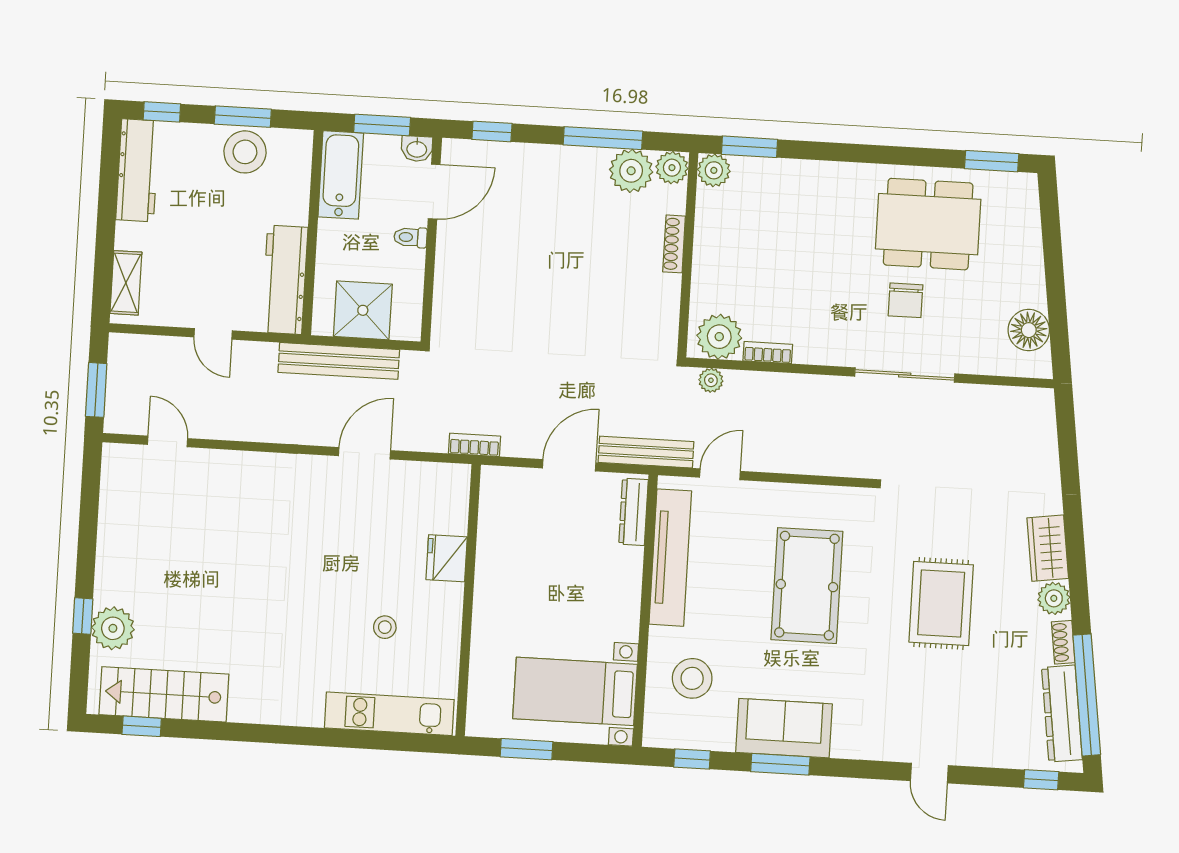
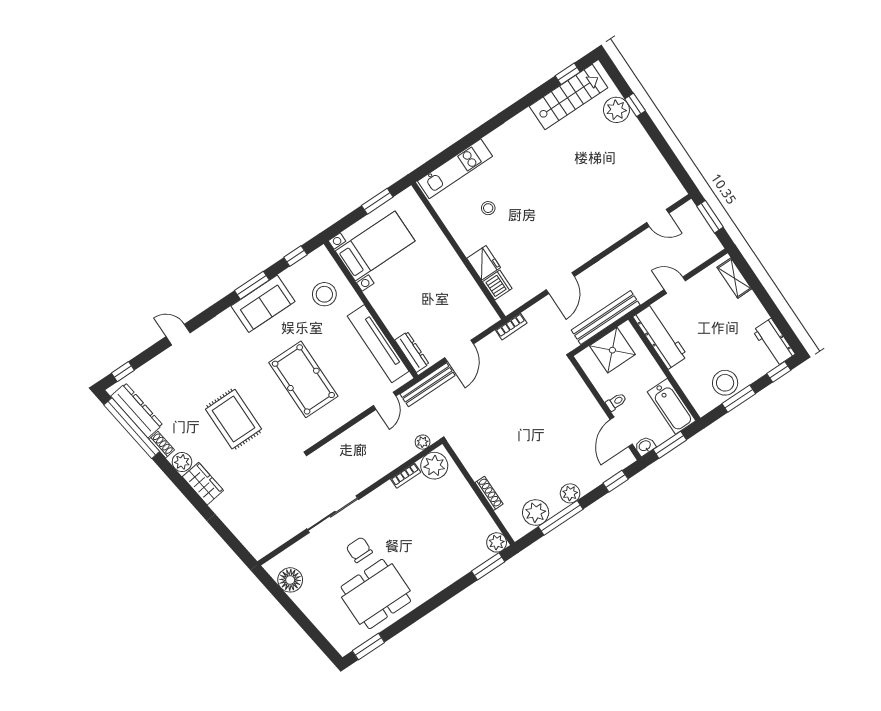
plant: (672, 168) -> (570, 493), moved
workbench: (137, 170) -> (774, 342), width x0.73
dishwasher: (451, 515) -> (497, 285), added

